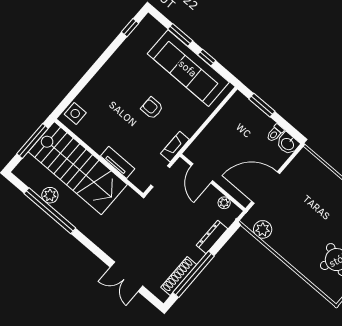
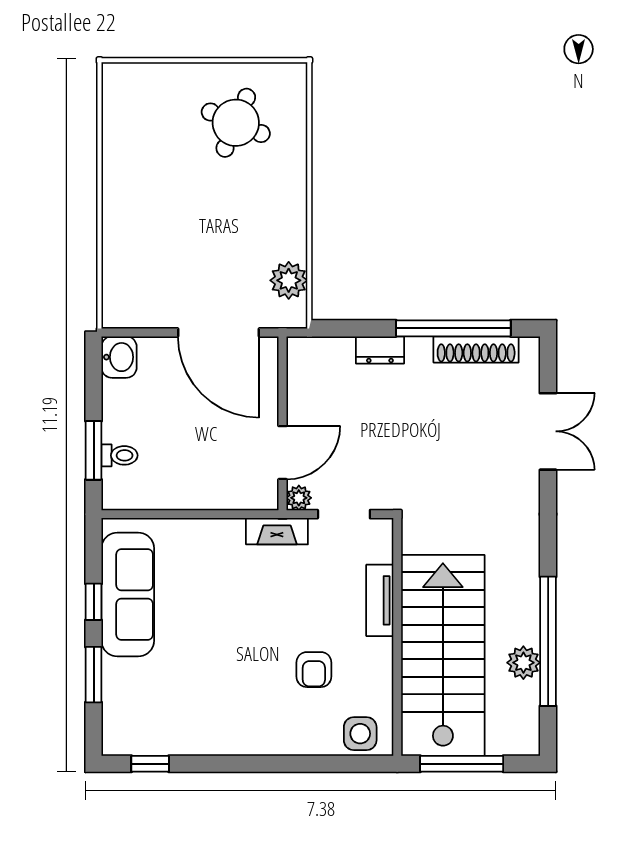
sofa: (188, 68) -> (128, 595), width x0.74, depth x0.79
armchair: (152, 108) -> (314, 670), moved
toilet: (275, 133) -> (120, 455), moved
plant: (224, 203) -> (299, 498), moved
dresser: (212, 237) -> (380, 350), width x0.70

